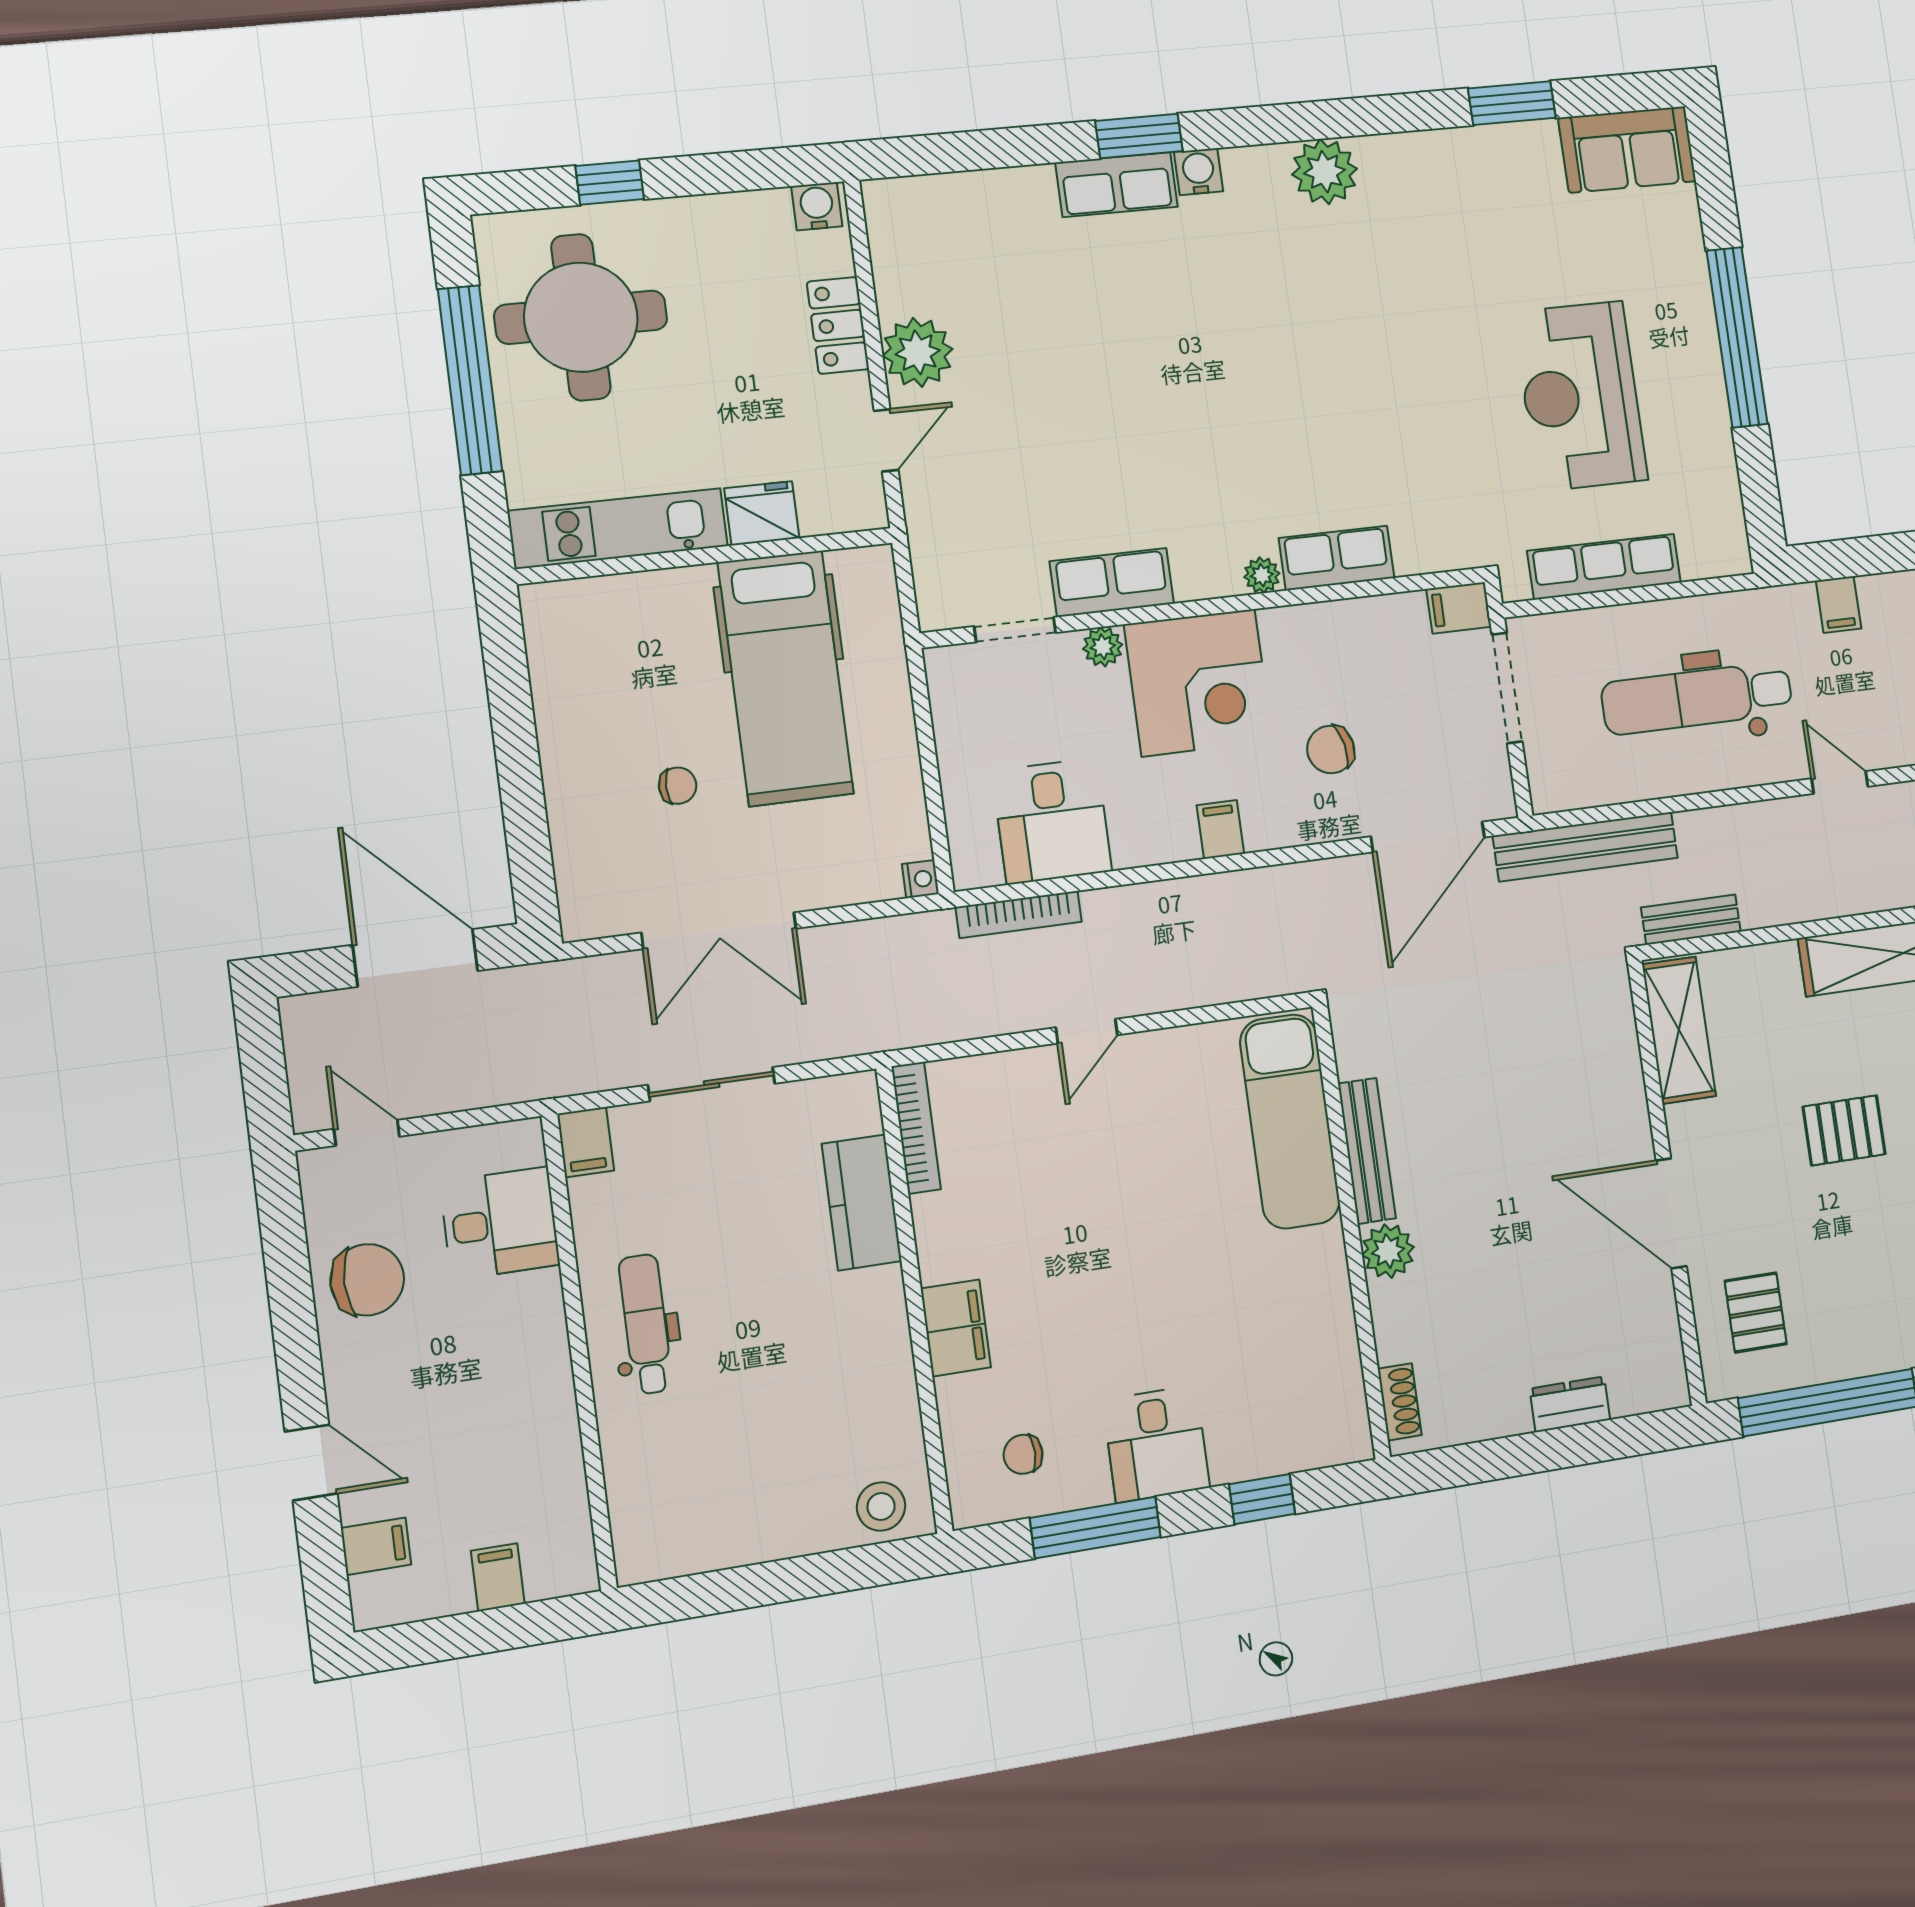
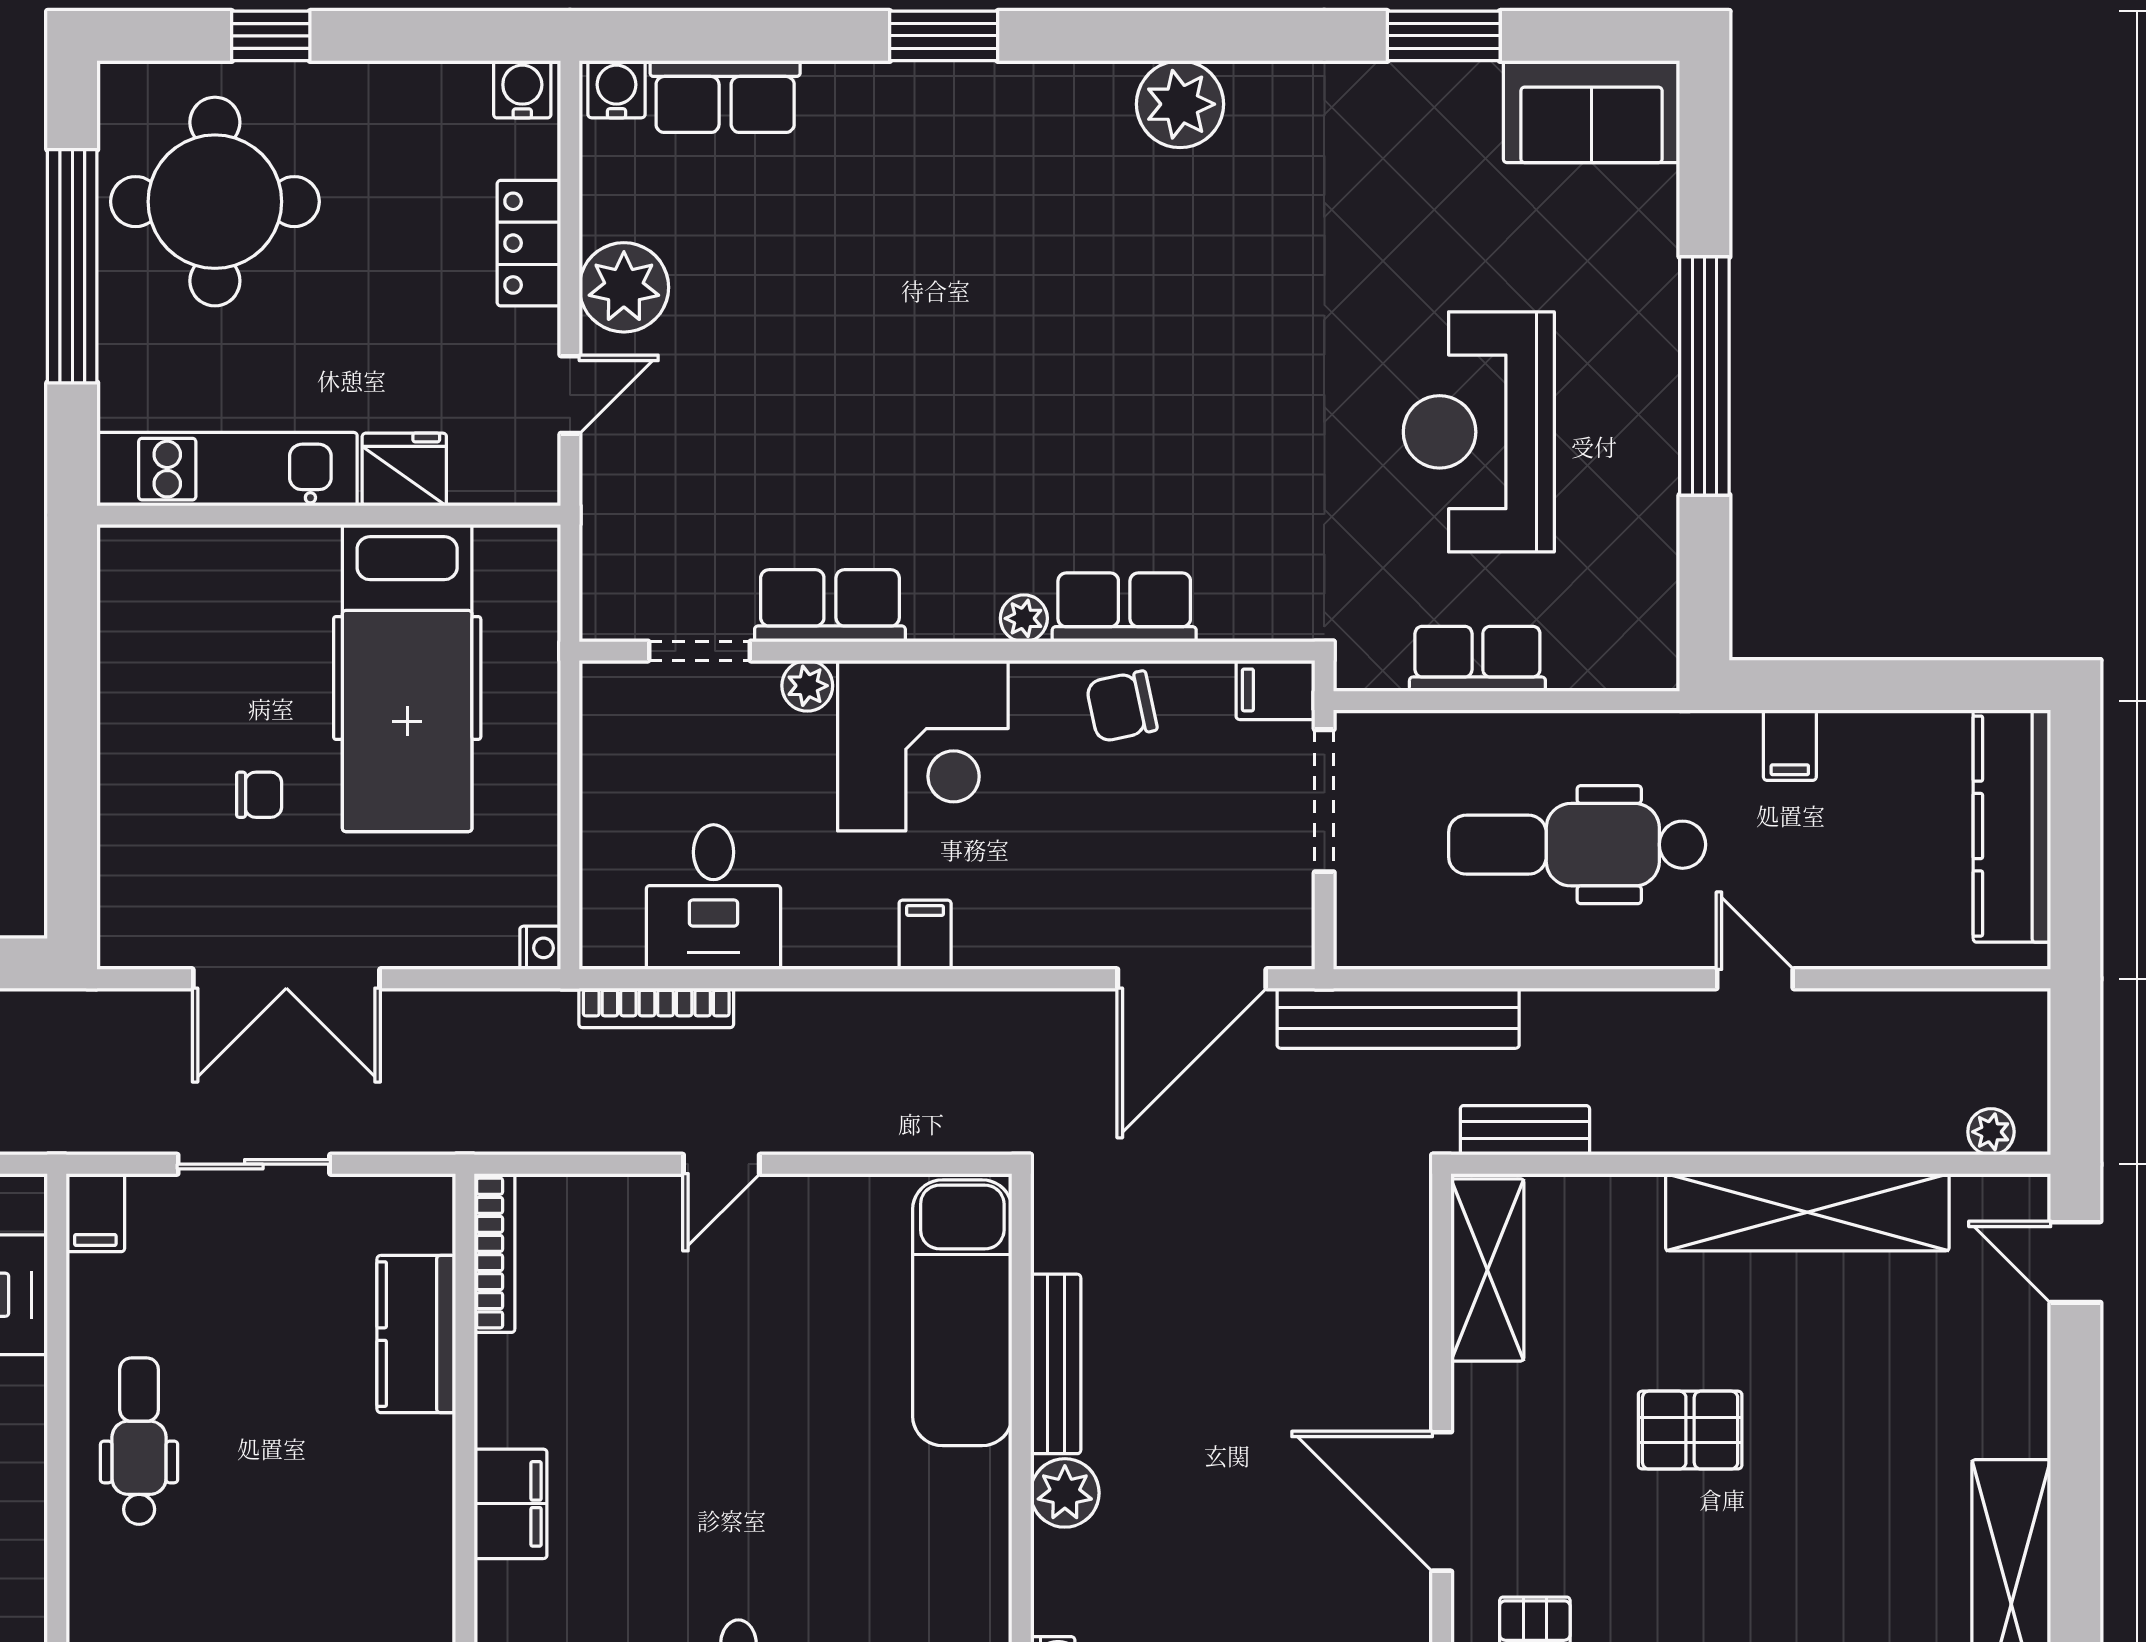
water cooler: (1199, 172) -> (616, 89), moved
row of seats: (1117, 185) -> (725, 97), moved
row of seats: (1604, 567) -> (1477, 659), width x0.68
chair: (1331, 750) -> (1122, 706), moved

